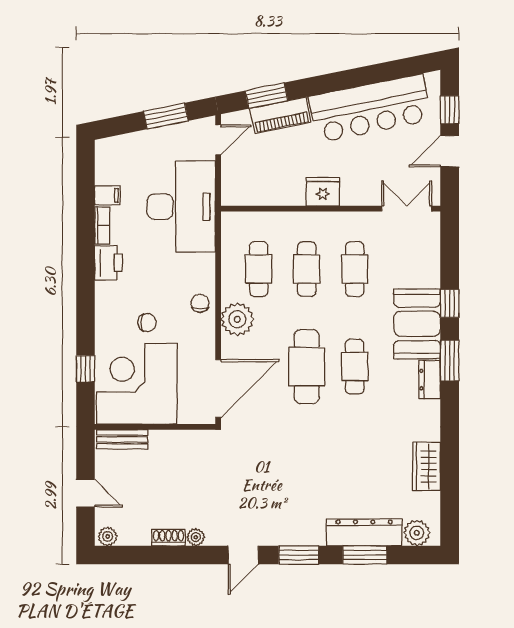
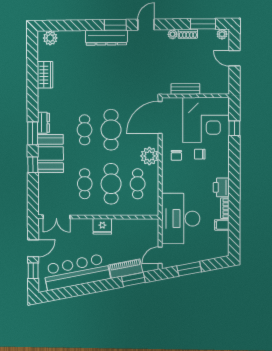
cafe table: (307, 269) -> (111, 184), width x1.37, depth x1.35
chair: (200, 303) -> (176, 155), moved
bench: (122, 439) -> (185, 89), moved
dresser: (364, 532) -> (106, 38), moved
window: (365, 555) -> (203, 24), moved

